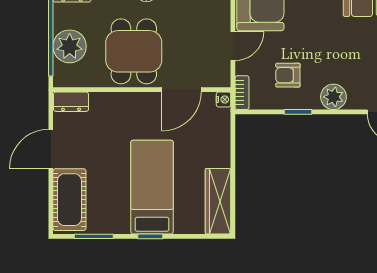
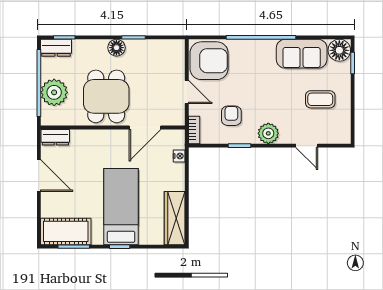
door: (233, 46) -> (187, 92), hinge flipped
armchair: (288, 75) -> (231, 116), turned 90
nightstand: (224, 99) -> (179, 156), moved
door: (51, 149) -> (39, 176), swing flipped
cot: (69, 200) -> (66, 231), moved, turned 90

